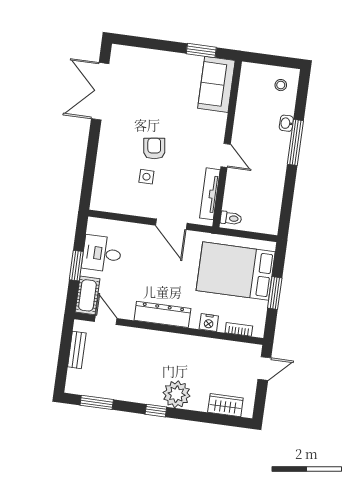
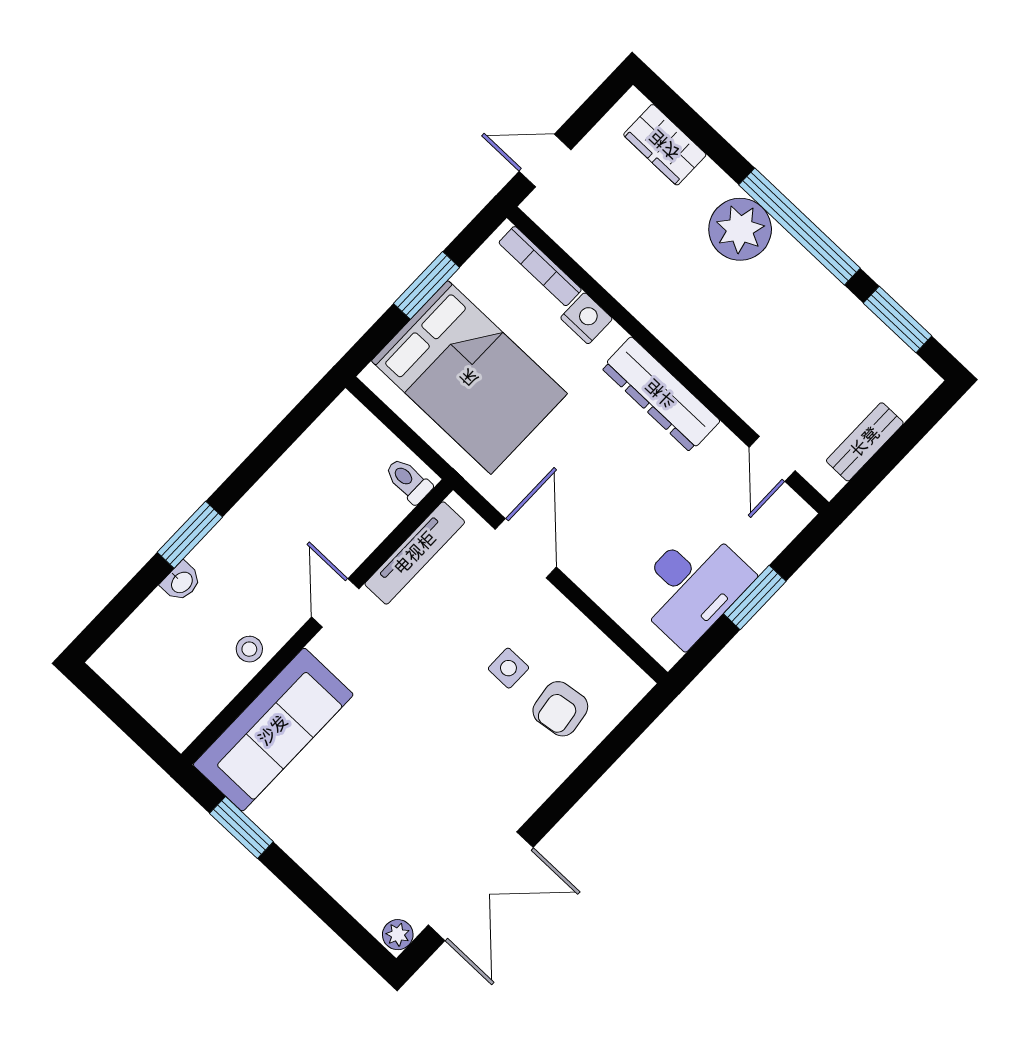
plant: (117, 52) -> (398, 935), added
sofa: (216, 84) -> (273, 730), width x1.36
stool: (281, 85) -> (249, 649), moved
window: (295, 142) -> (190, 535), width x0.69
armchair: (154, 149) -> (560, 709), moved
desk: (102, 254) -> (692, 586), width x1.37
cot: (87, 295) -> (773, 528), removed
bookcase: (239, 329) -> (540, 266), width x1.56
window: (156, 411) -> (800, 227), width x3.17

